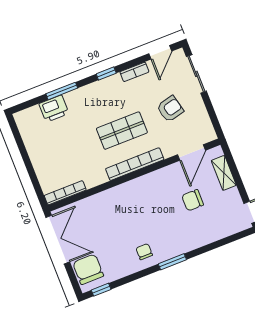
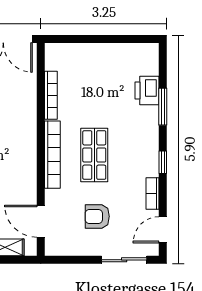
door: (160, 52) -> (163, 230), hinge flipped
armchair: (170, 109) -> (97, 216), turned 104
bookcase: (65, 193) -> (51, 95), moved

